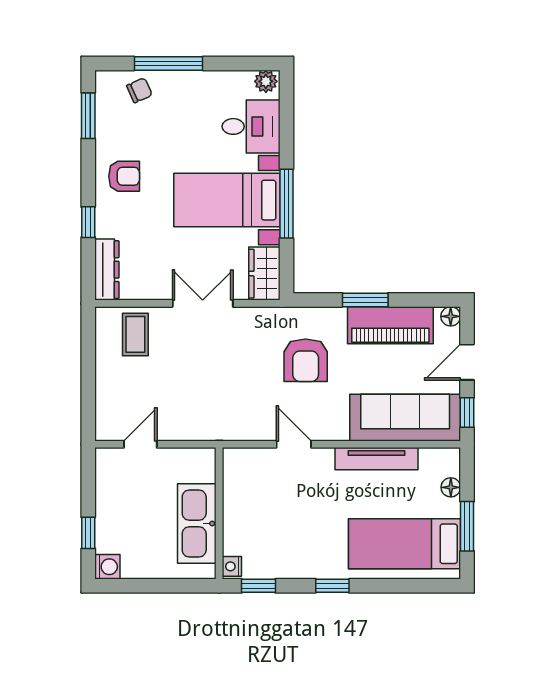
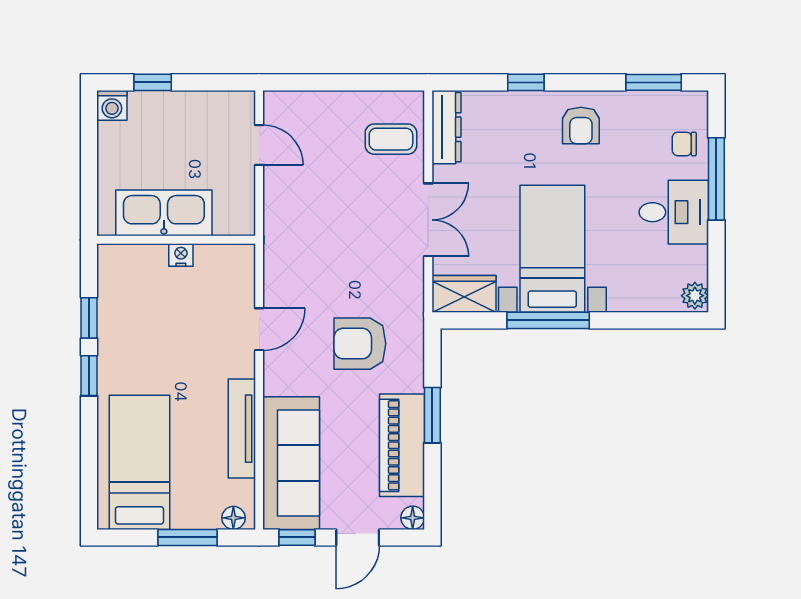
chair: (139, 90) -> (684, 144), turned 114
desk: (251, 126) -> (674, 212), moved, turned -90
dresser: (107, 270) -> (446, 127), moved, turned -90
door: (467, 362) -> (358, 537), swing flipped
floor lamp: (451, 487) -> (233, 518), moved
window: (467, 526) -> (187, 537), moved
nightstand: (232, 566) -> (181, 255), moved
window: (259, 586) -> (89, 318), moved

